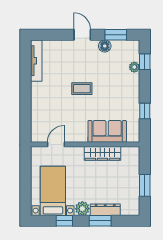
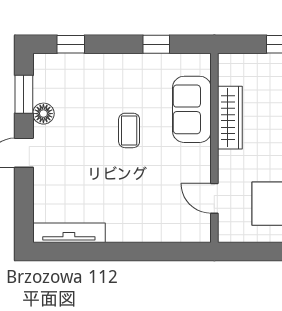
plant: (134, 67) -> (80, 62), removed
coffee table: (82, 89) -> (129, 130), moved

